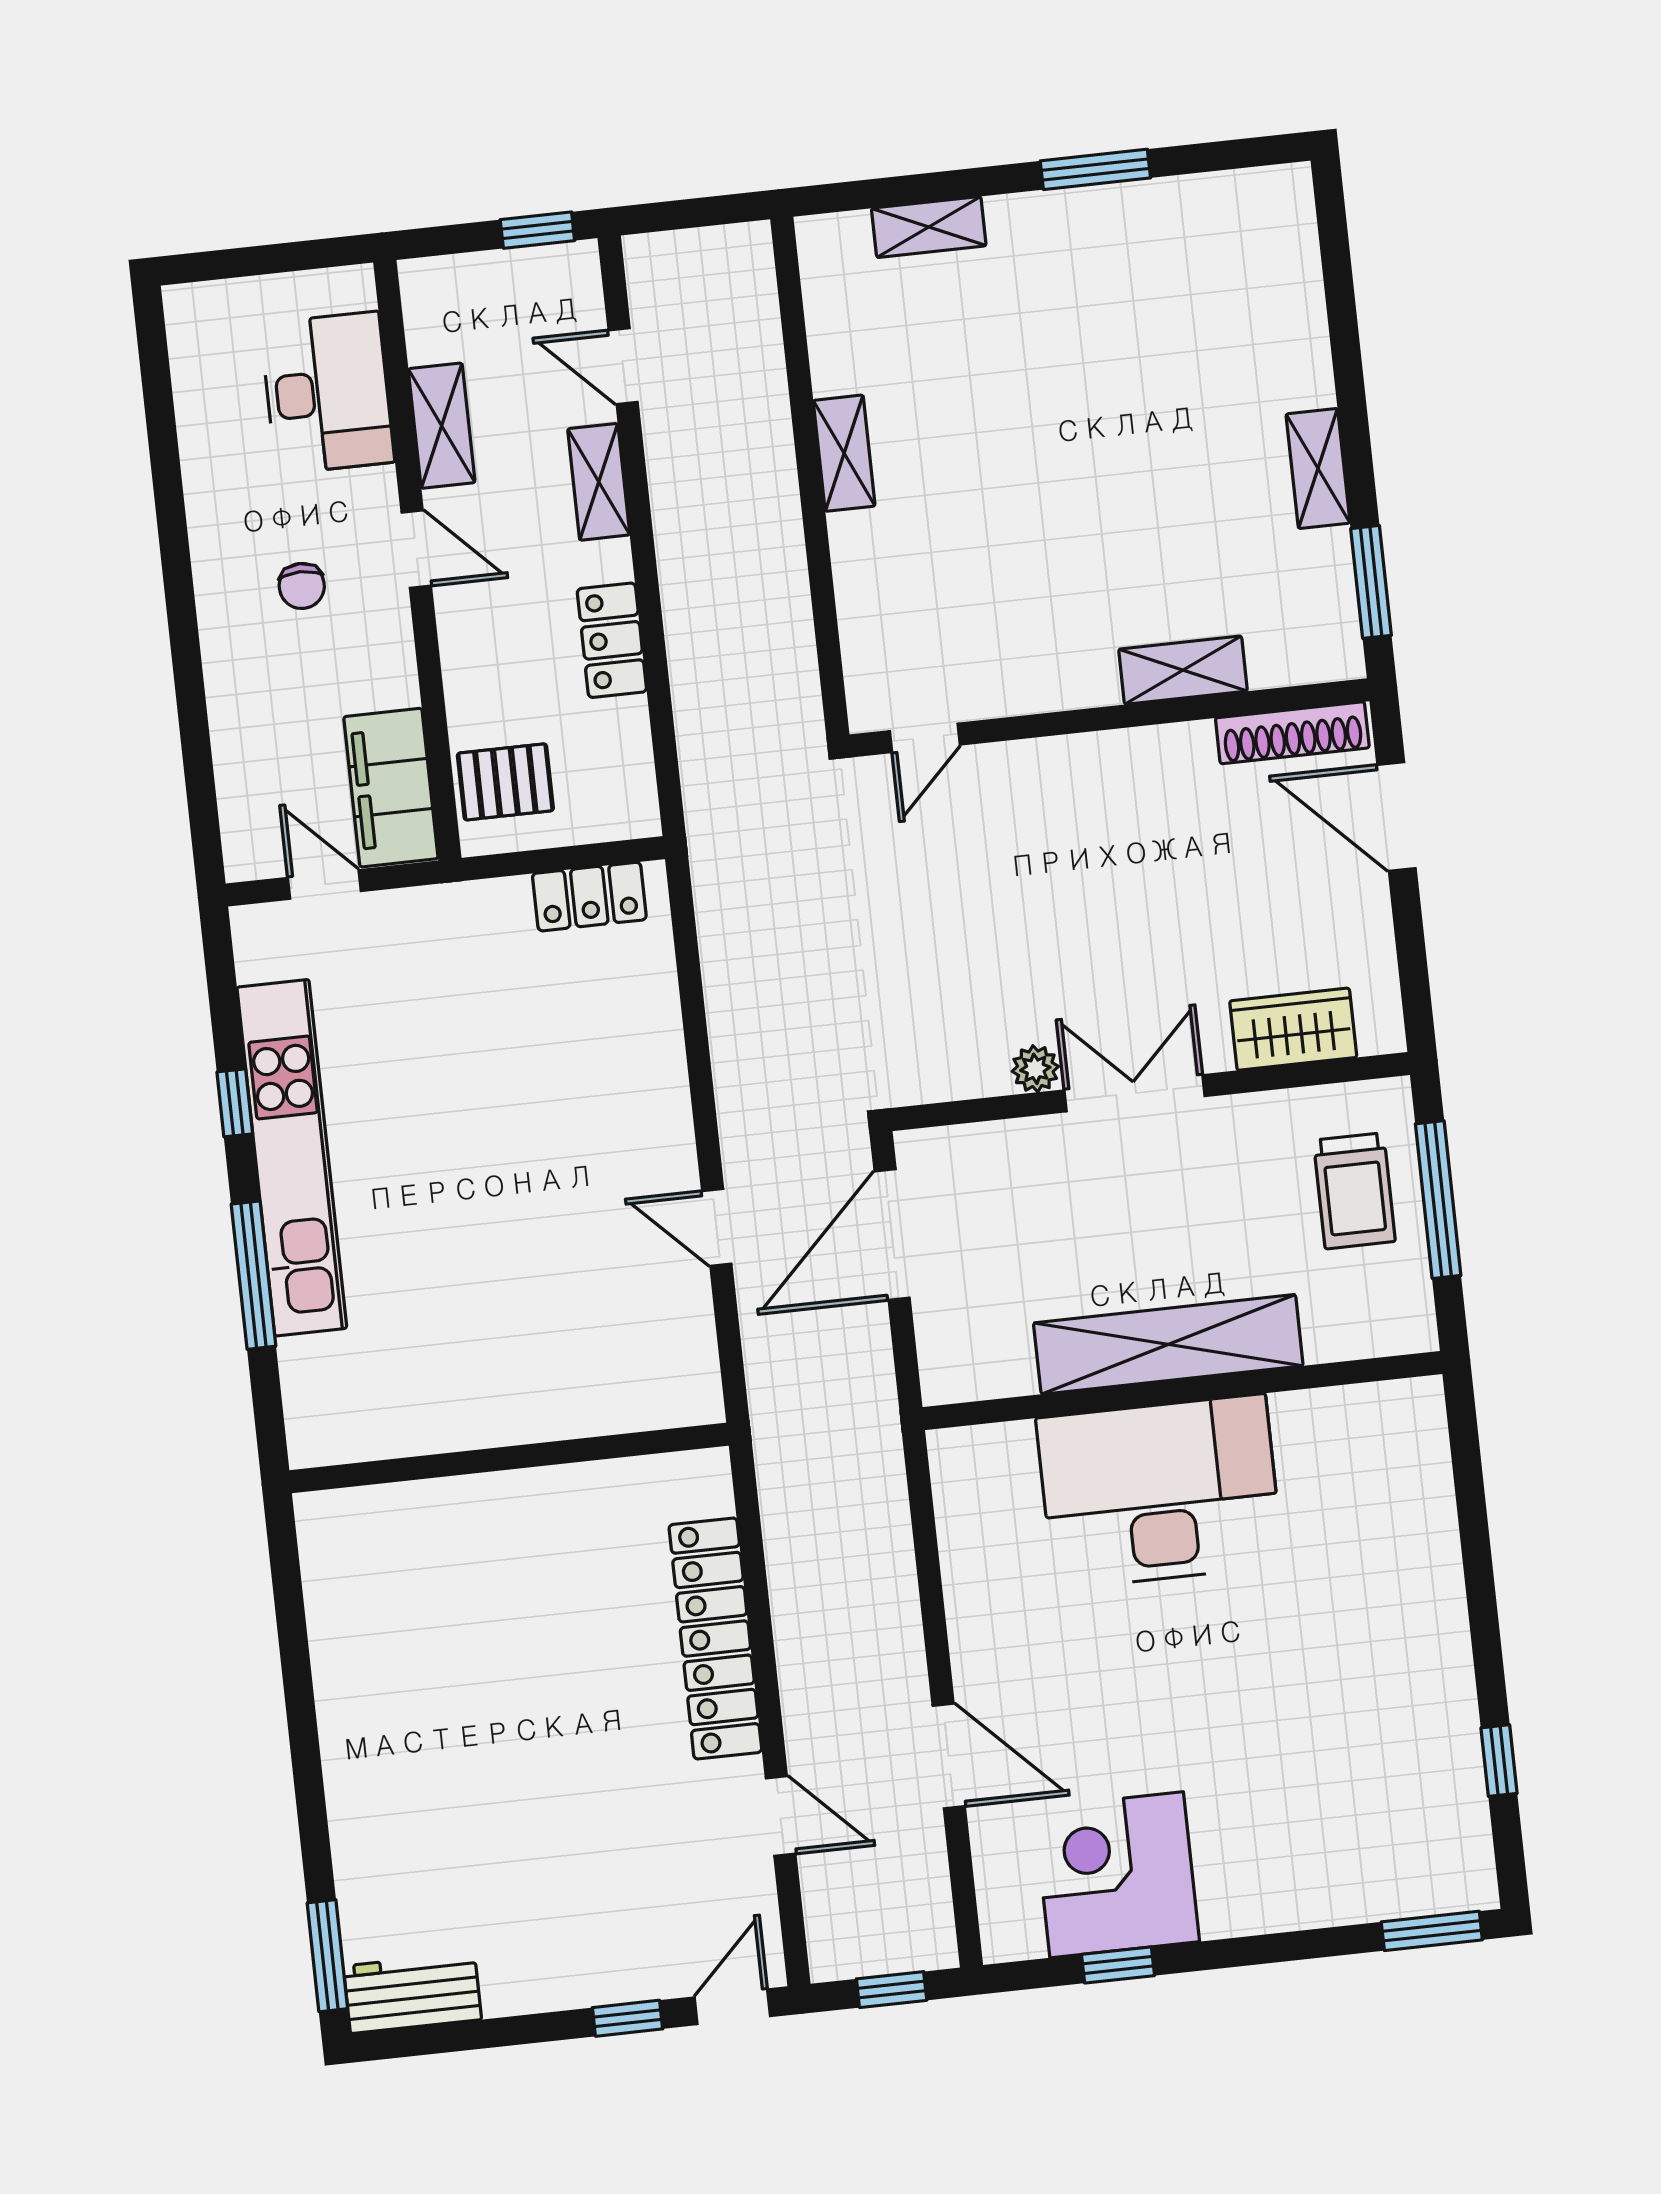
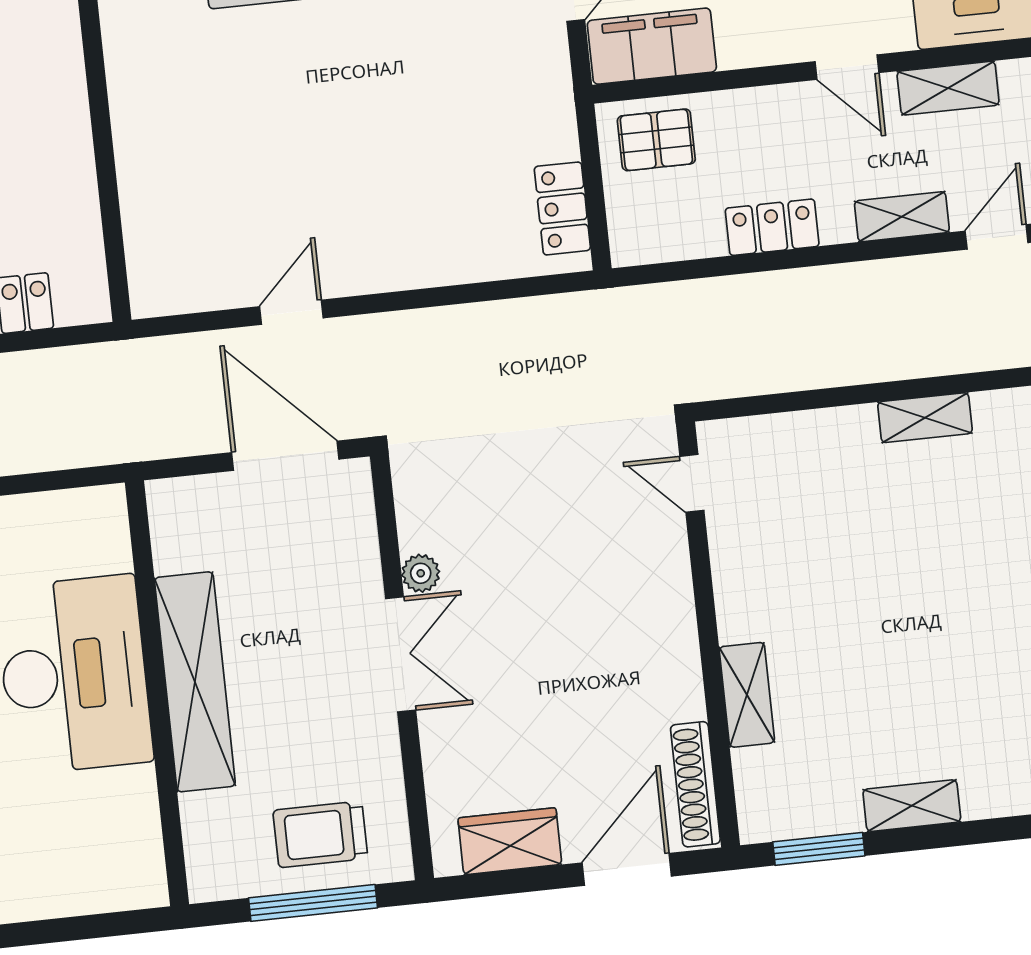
door: (416, 549) -> (847, 67), hinge flipped
pallet: (505, 782) -> (656, 140), turned 90
wardrobe: (1293, 1029) -> (510, 841), moved, turned -90

